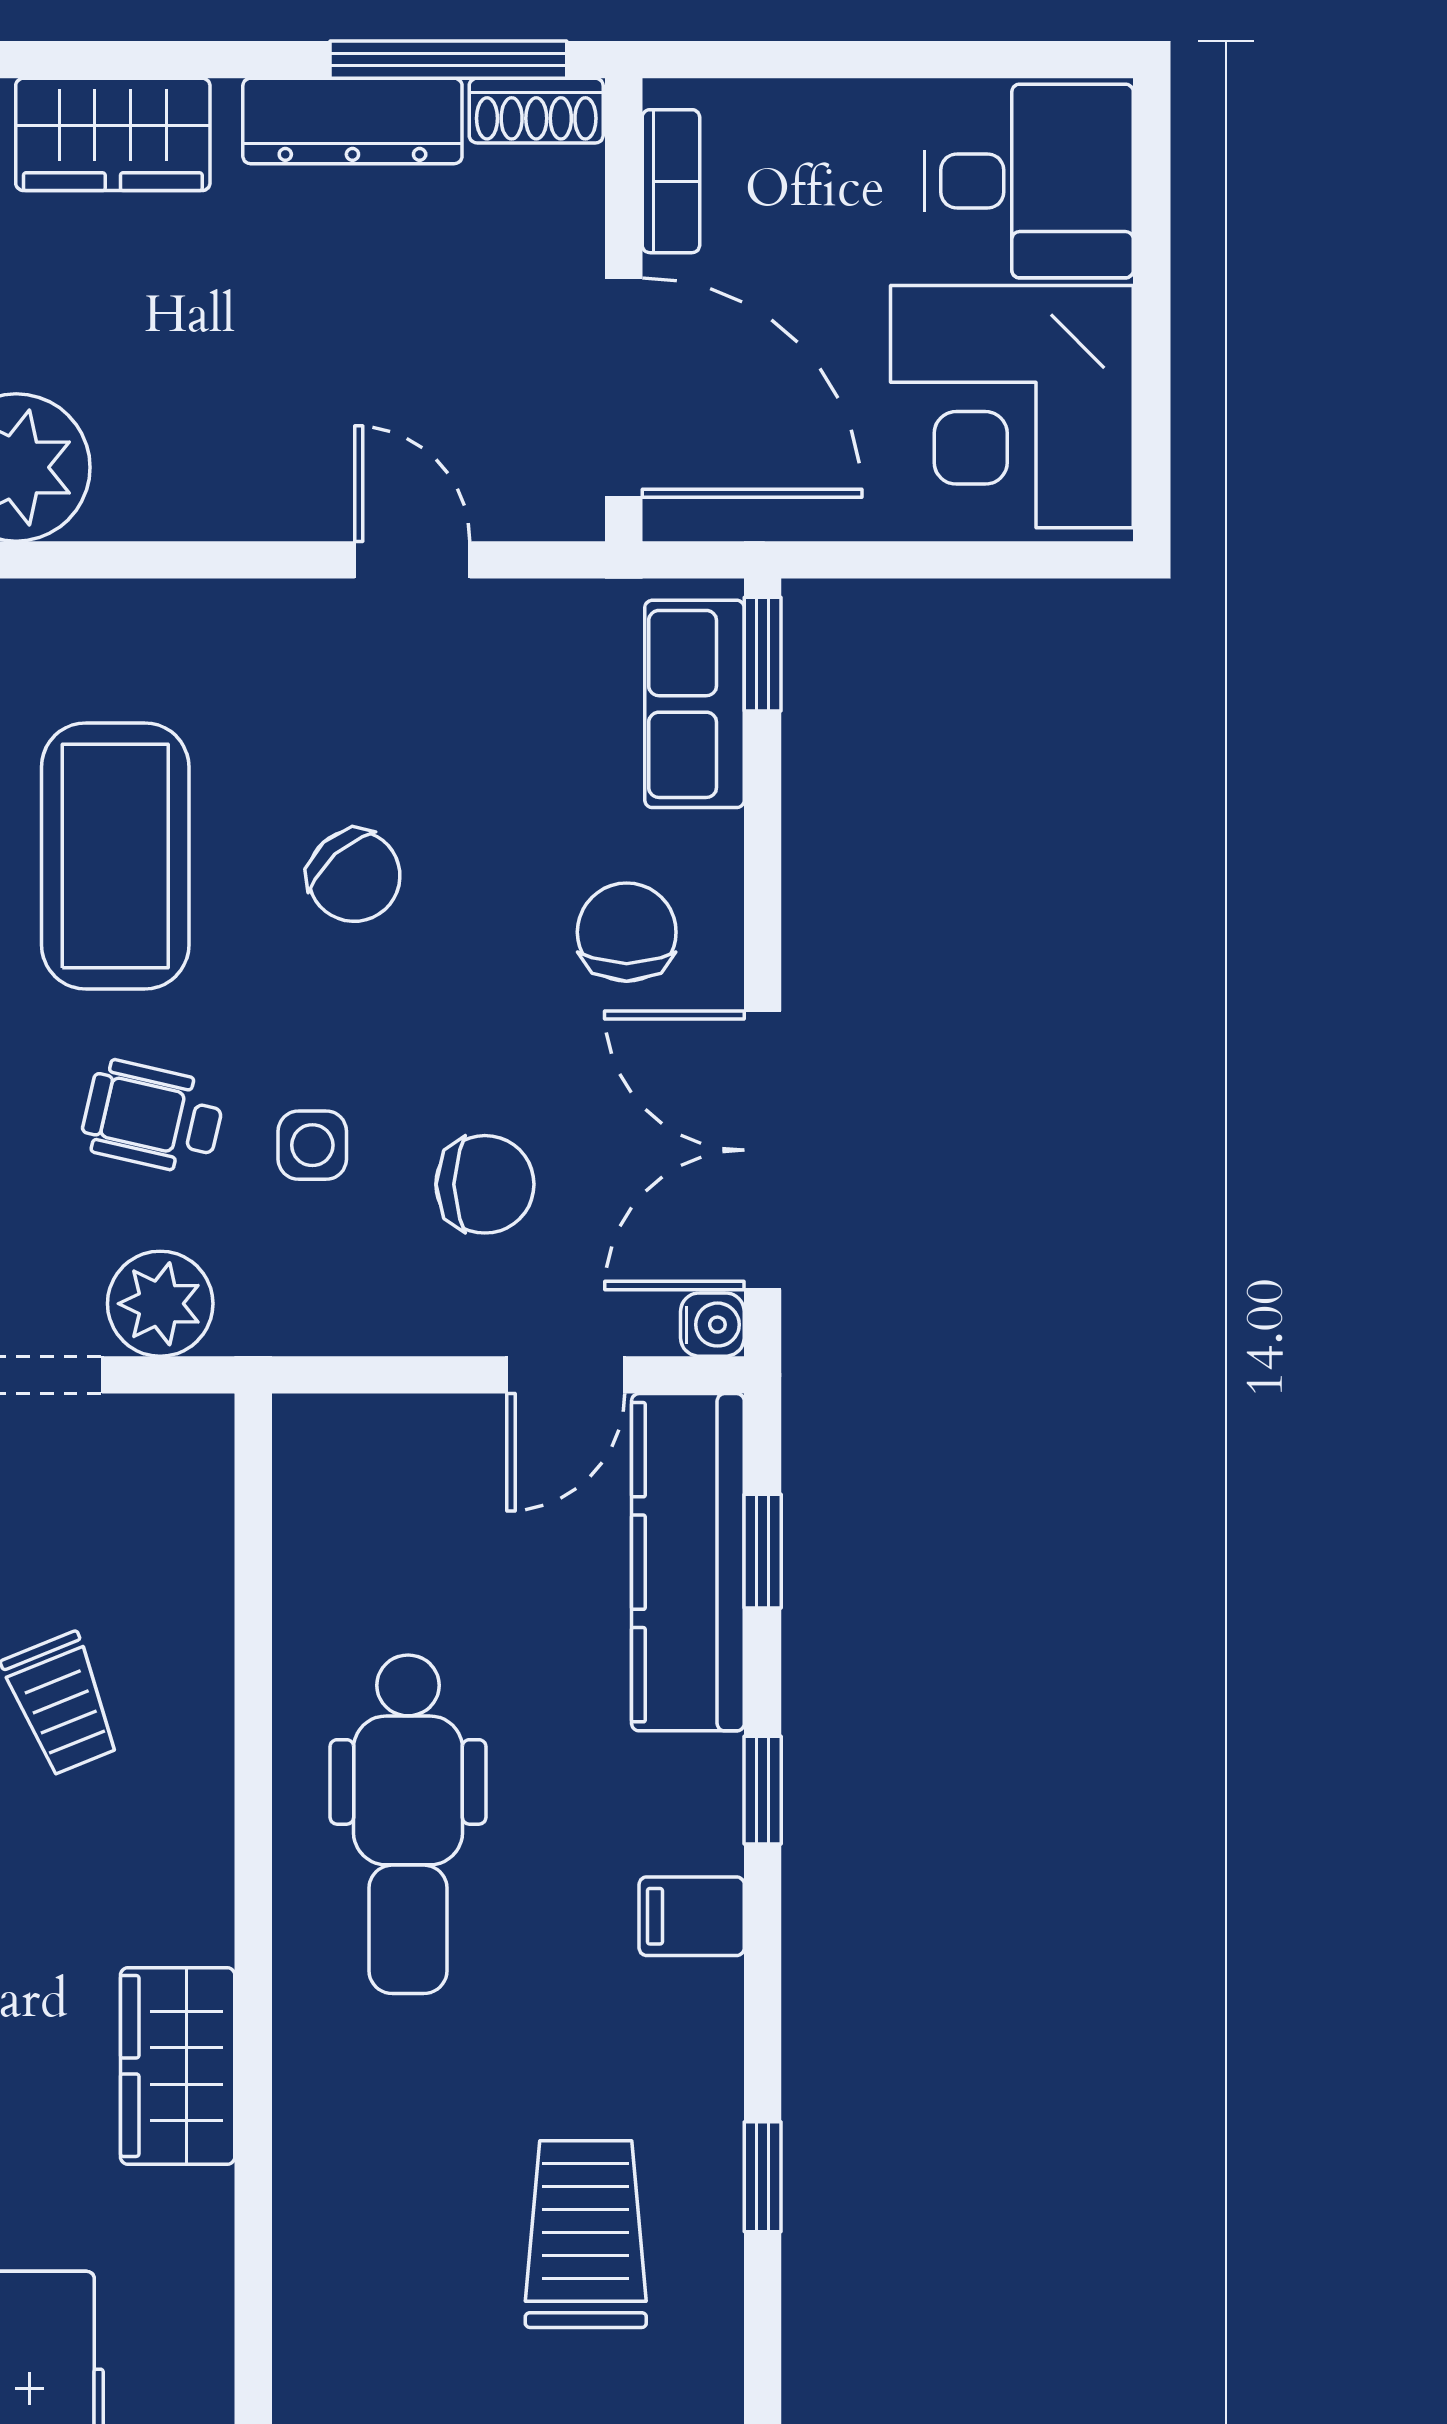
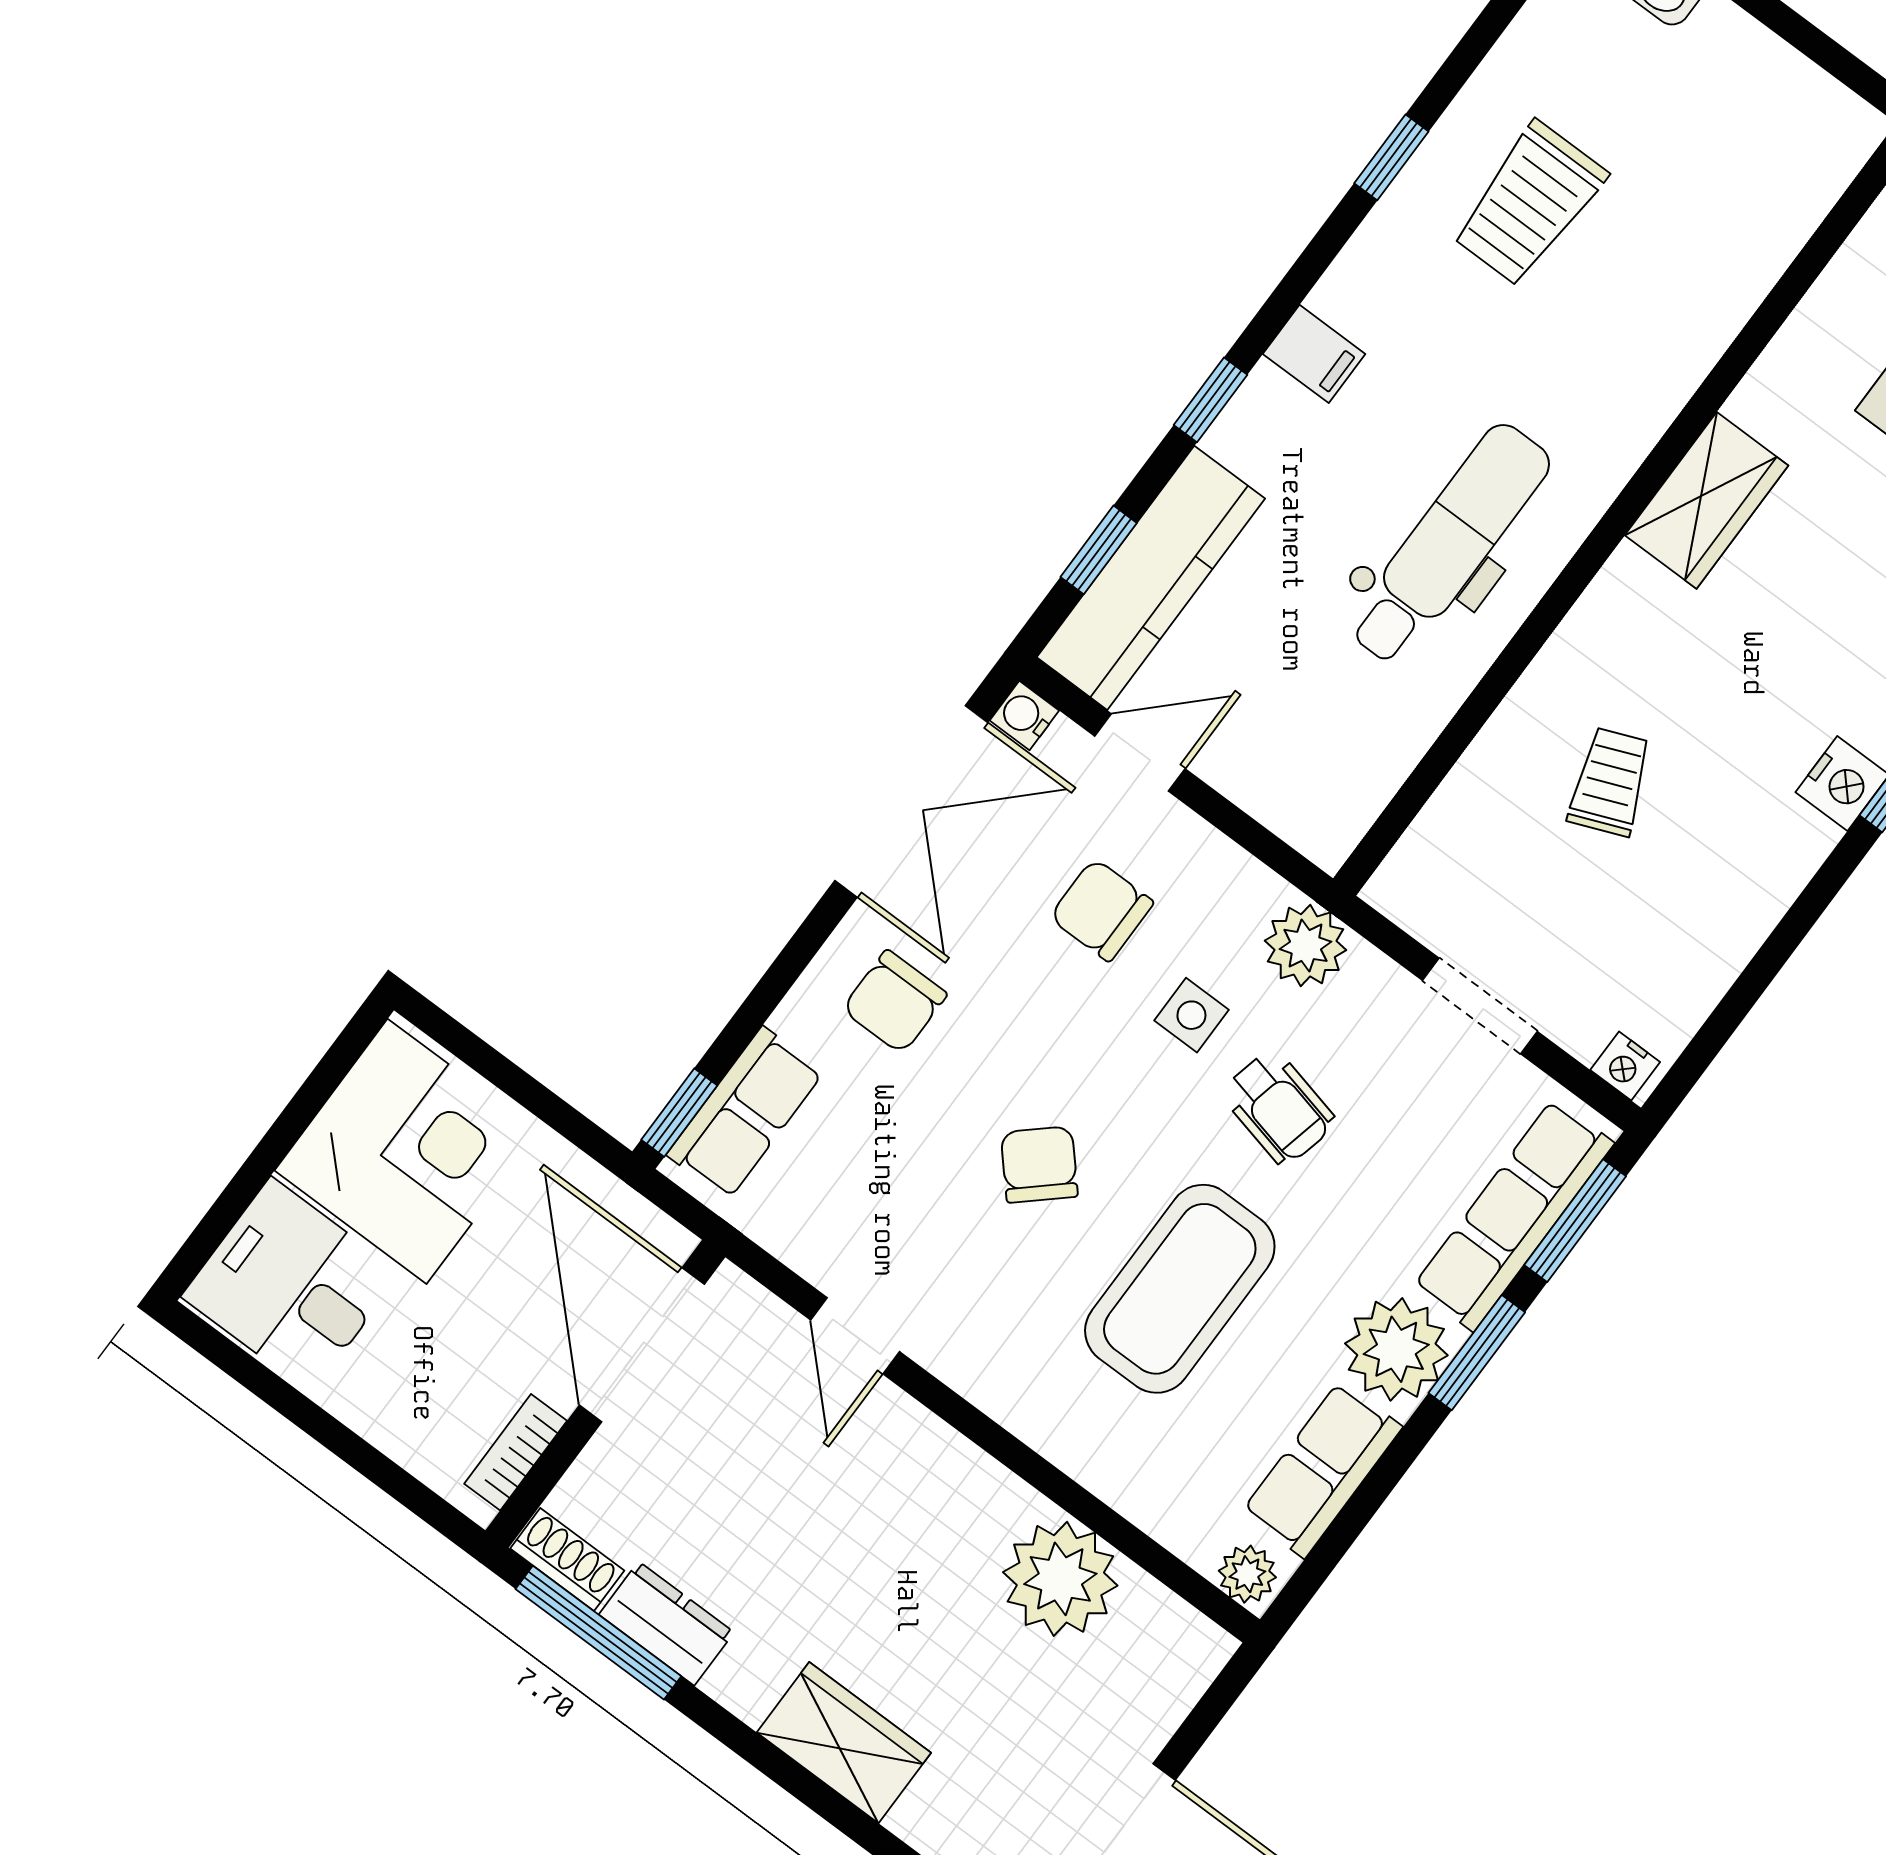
dresser: (352, 121) -> (666, 1623), width x0.70
plant: (160, 1304) -> (1306, 945), moved

